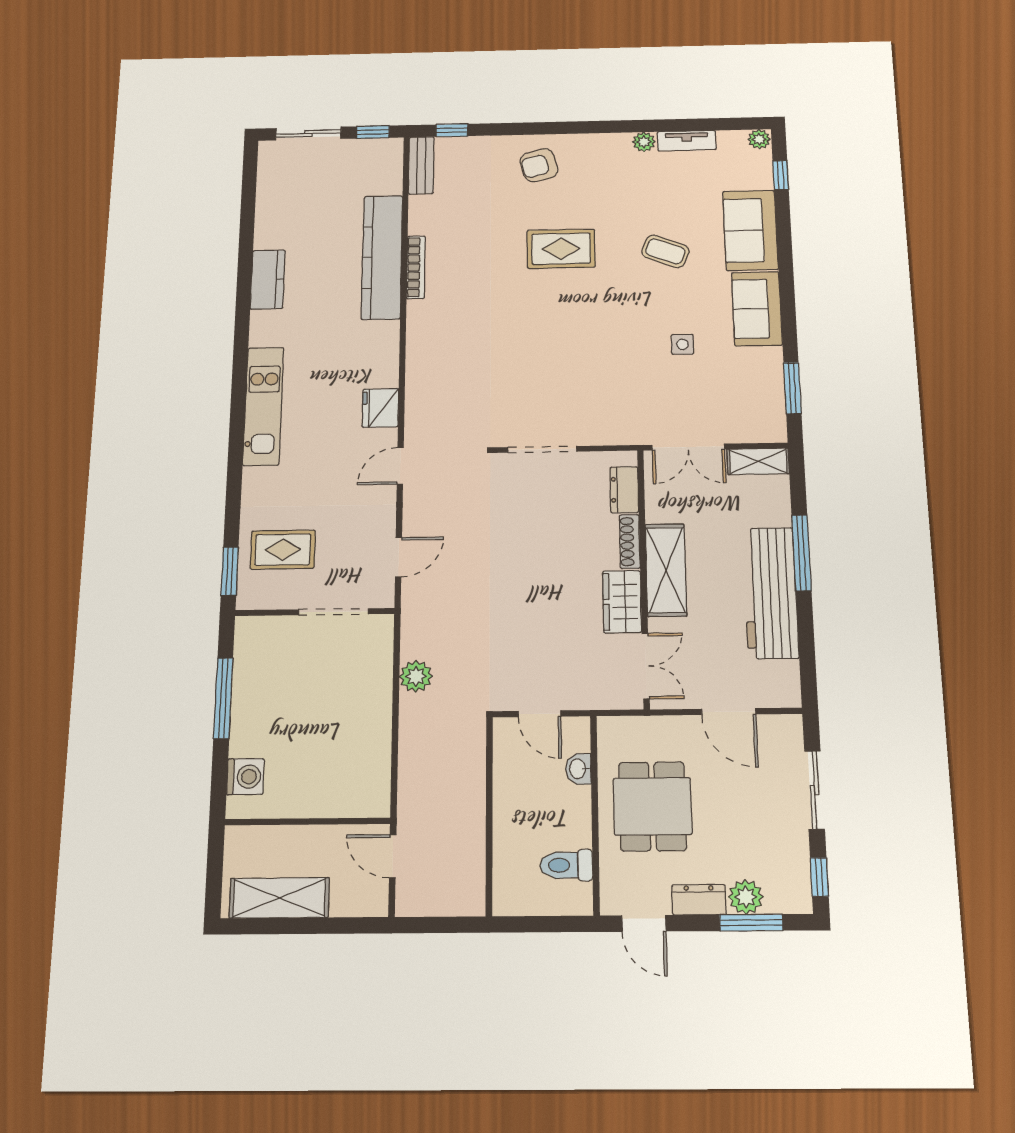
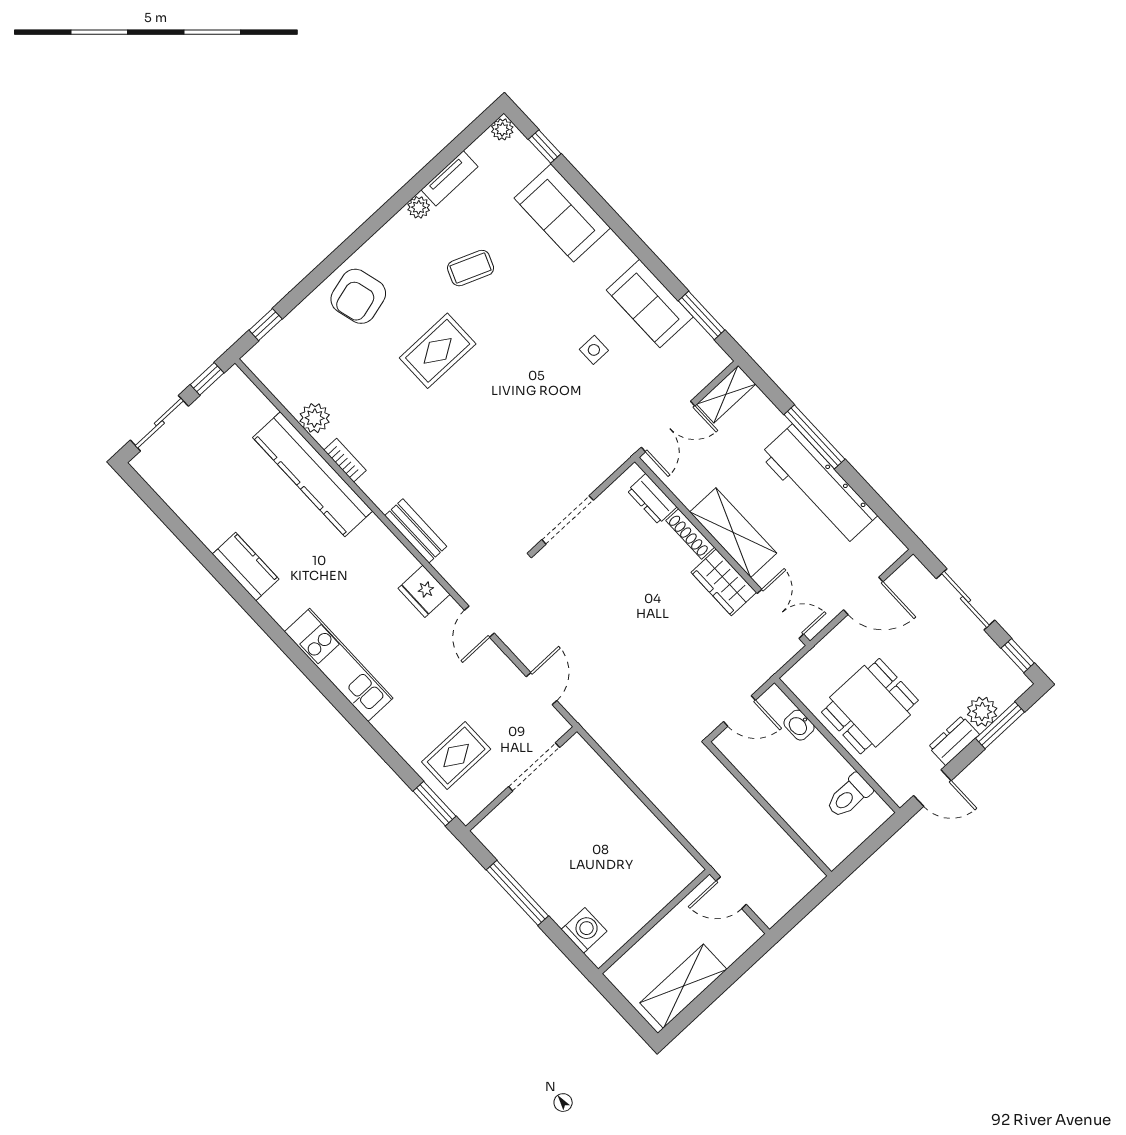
bench: (421, 165) -> (416, 531), moved
armchair: (539, 165) -> (358, 296), width x1.38, depth x1.38
coffee table: (665, 251) -> (471, 268), moved
bookcase: (416, 267) -> (345, 460), width x0.64
sofa: (757, 309) -> (650, 303), moved
plant: (416, 676) -> (315, 418), moved
dining table: (652, 806) -> (870, 706), turned 90

